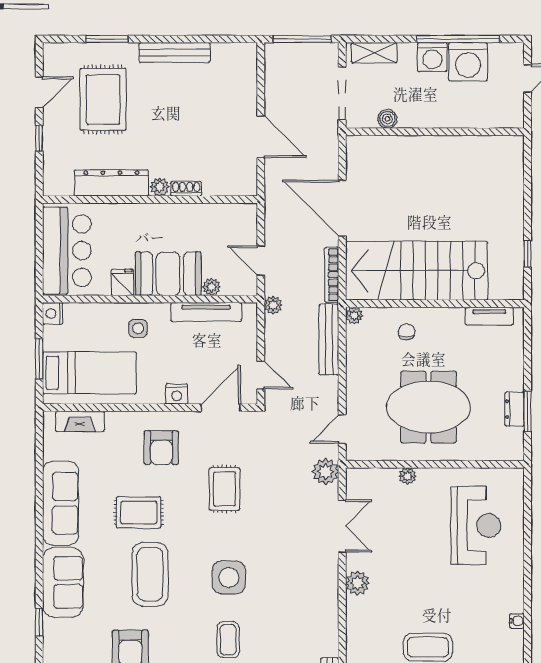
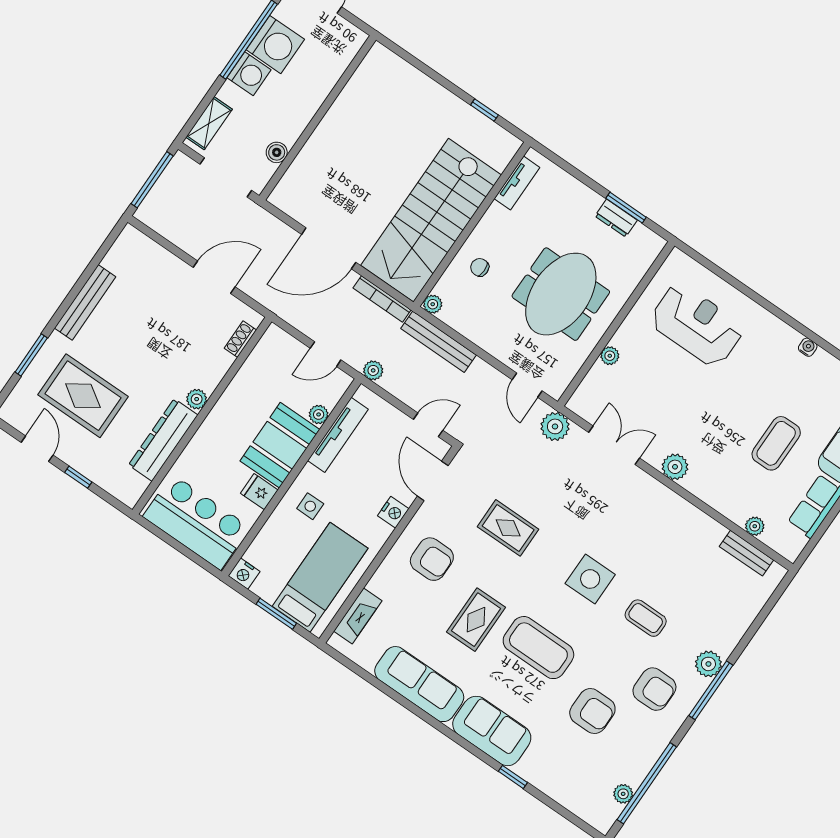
shoe rack: (186, 189) -> (240, 339), moved

